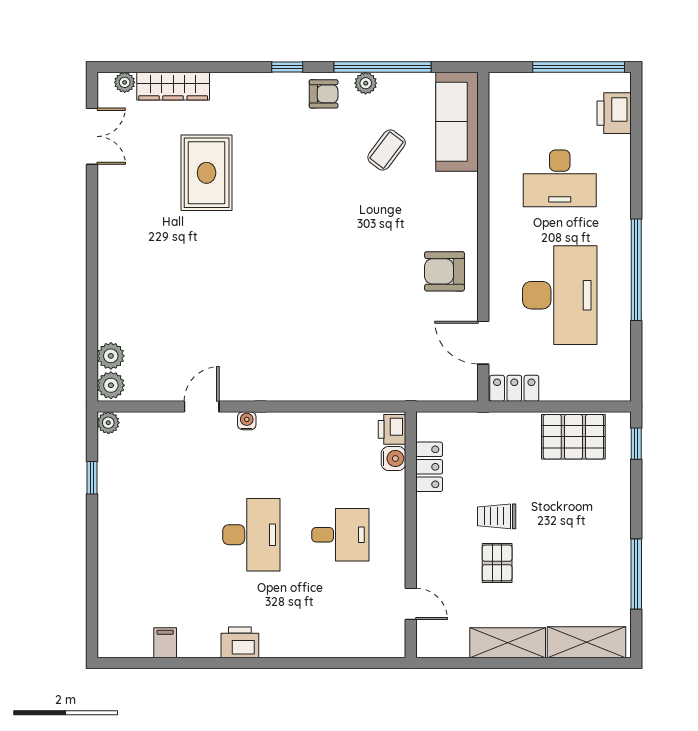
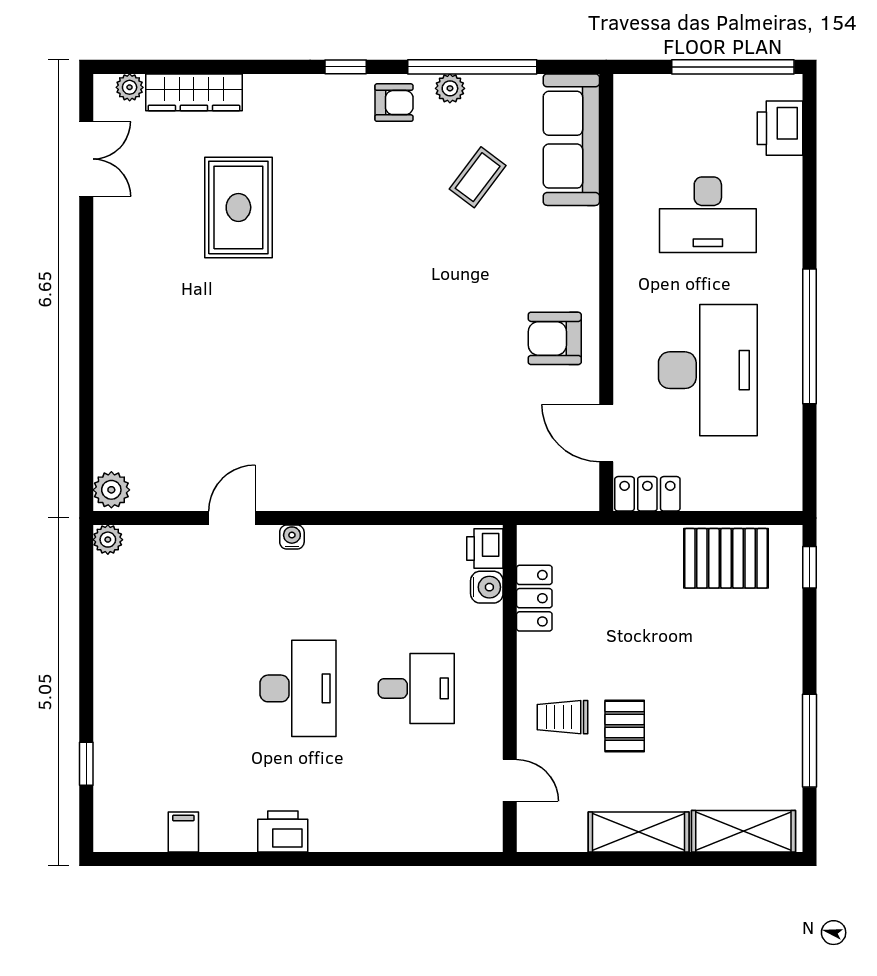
plant: (111, 356) -> (111, 451), removed
window: (92, 478) -> (86, 764), moved
trolley: (497, 516) -> (563, 717), moved

